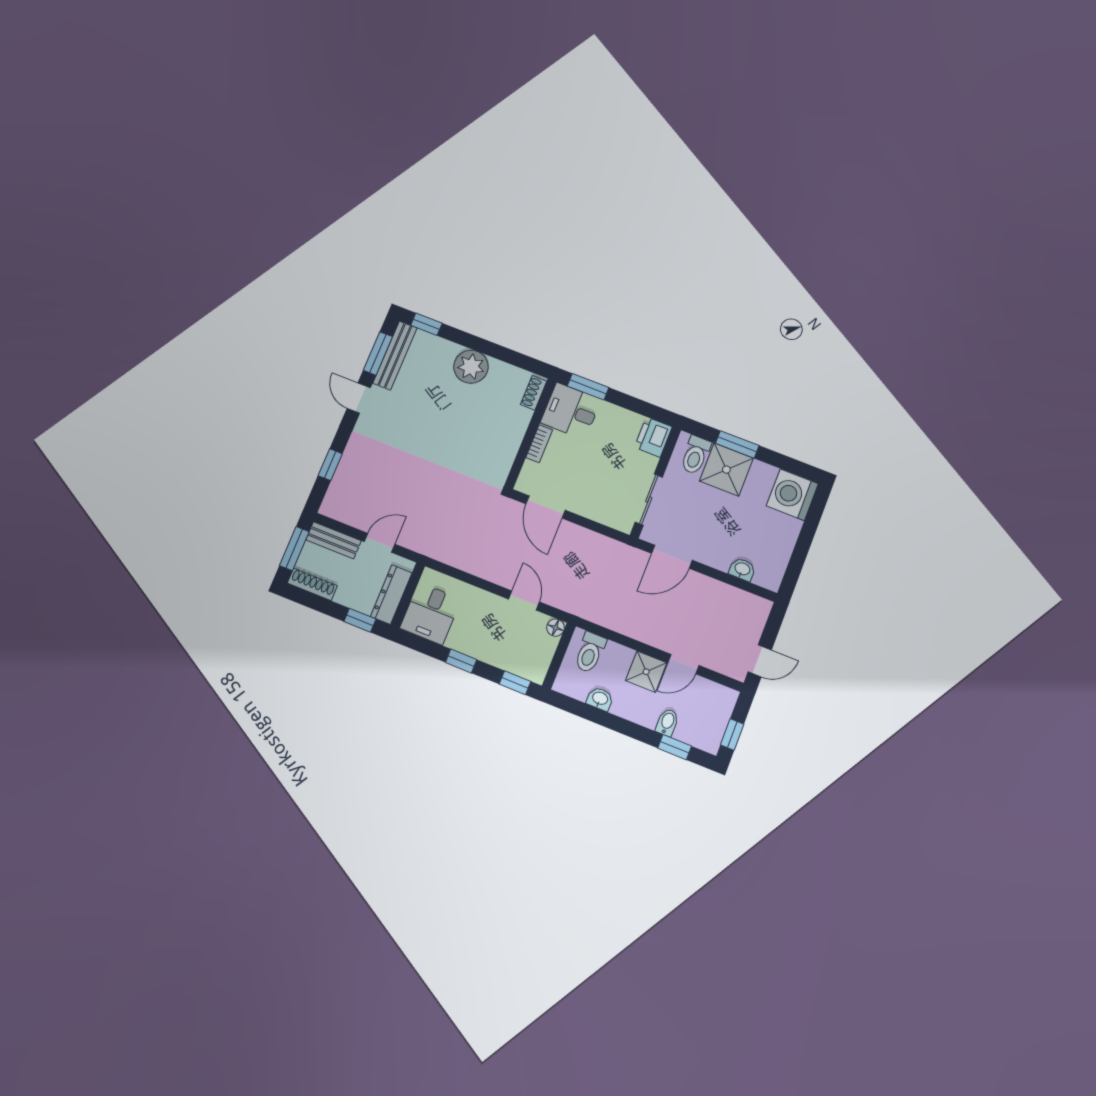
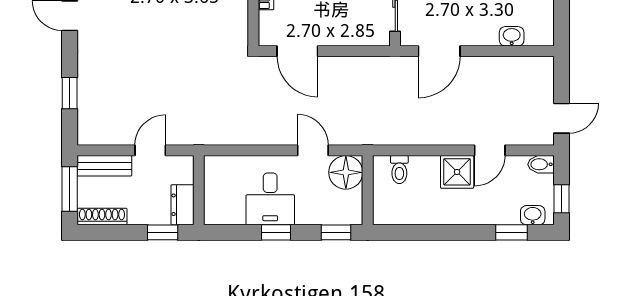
dresser: (391, 595) -> (182, 205), width x0.70
desk: (430, 614) -> (270, 199), moved
floor lamp: (556, 628) -> (346, 172), width x1.89, depth x1.89
toilet: (590, 652) -> (399, 170), width x0.73, depth x0.72
washbasin: (600, 699) -> (533, 215), moved
bidet: (667, 722) -> (541, 164), moved, turned -90

